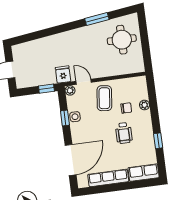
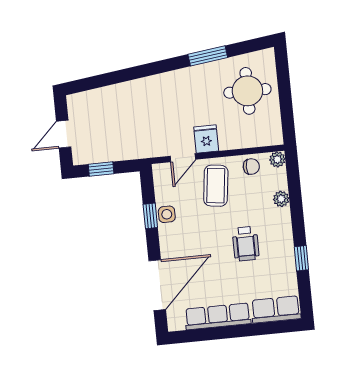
fridge: (63, 74) -> (206, 139), moved
door: (84, 82) -> (183, 158), swing flipped
window: (46, 89) -> (101, 169), moved
plant: (70, 90) -> (277, 159), moved
chair: (126, 108) -> (251, 167), moved

